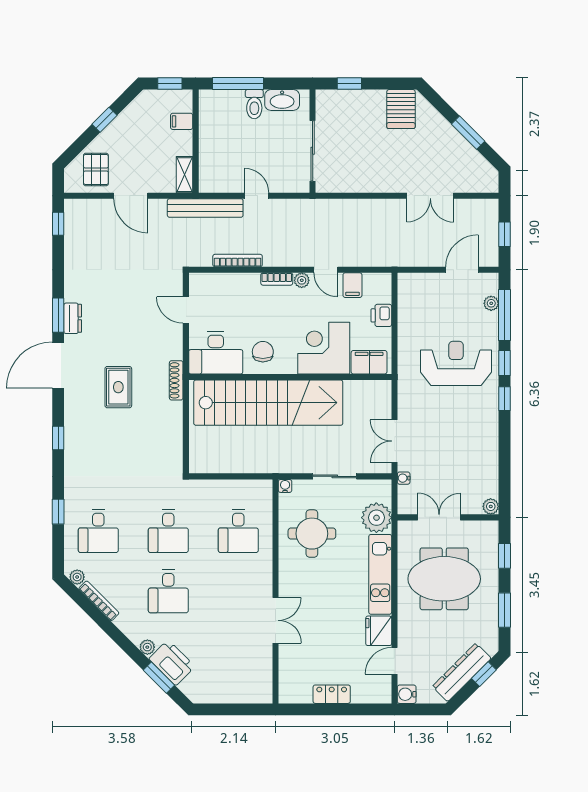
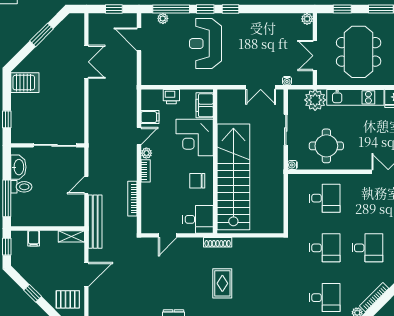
desk: (216, 353) -> (198, 219), width x0.73
rug: (118, 387) -> (222, 283), turned 90

